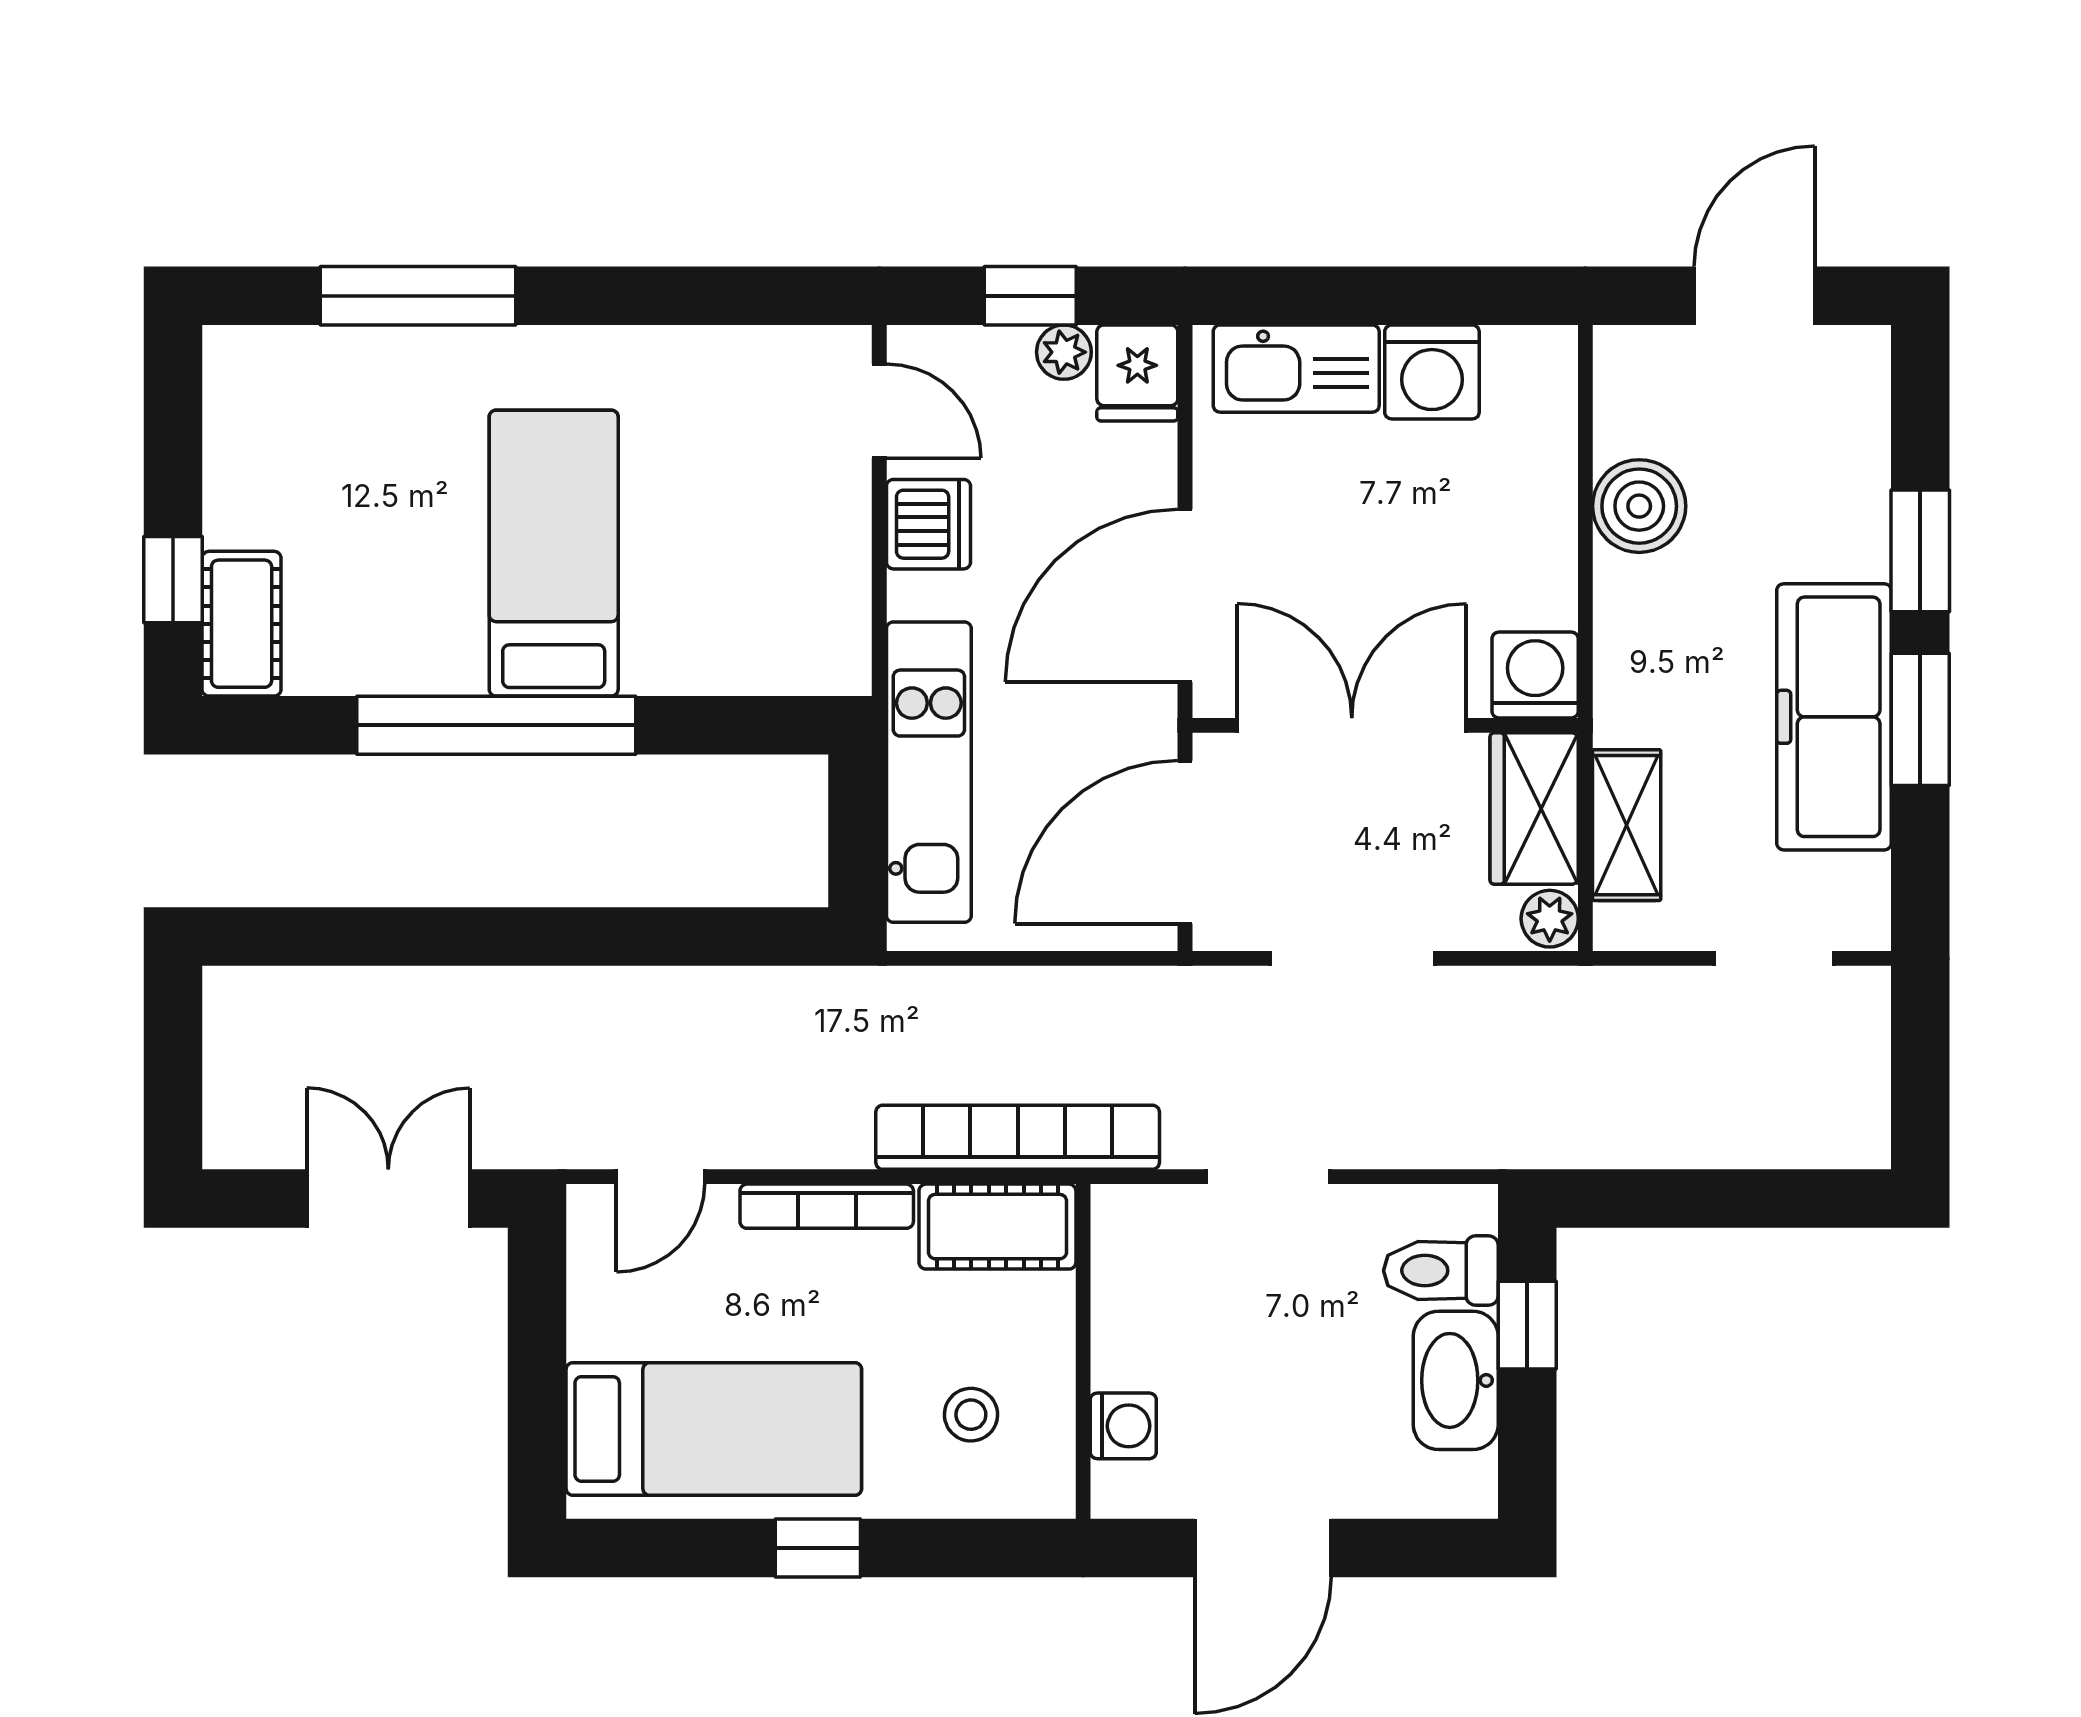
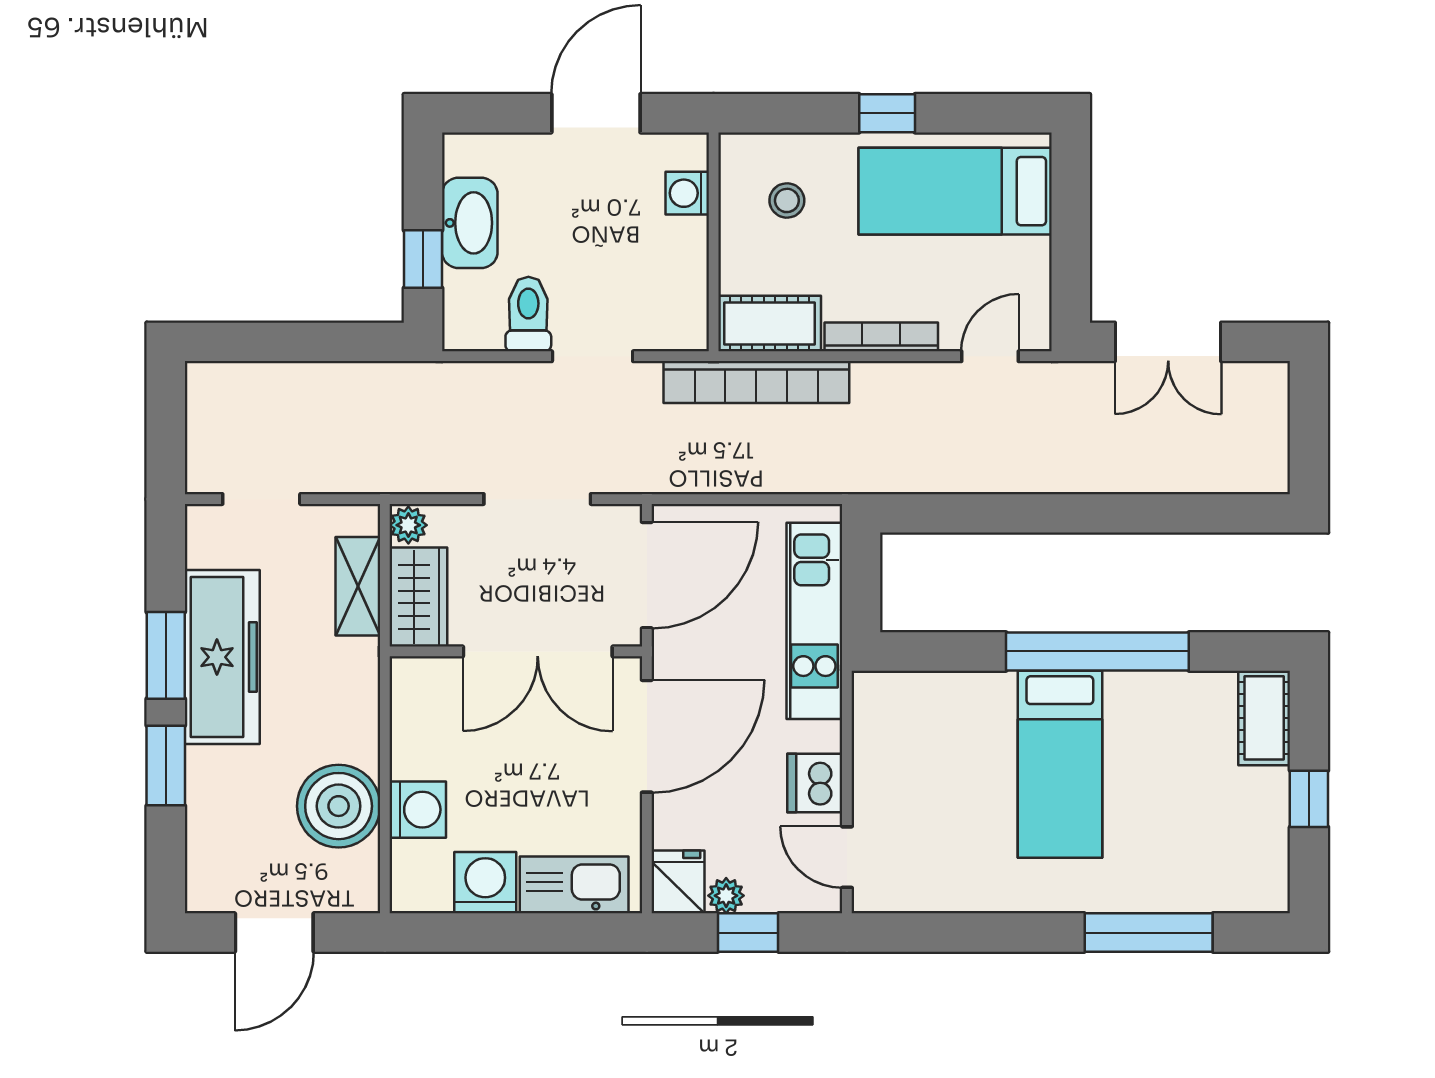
boiler: (1639, 506) -> (339, 806), width x1.37, depth x1.37
window: (173, 580) -> (1309, 799), moved
washing machine: (1535, 675) -> (418, 810), moved, turned -90
toilet: (1441, 1271) -> (528, 314), moved, turned -90

